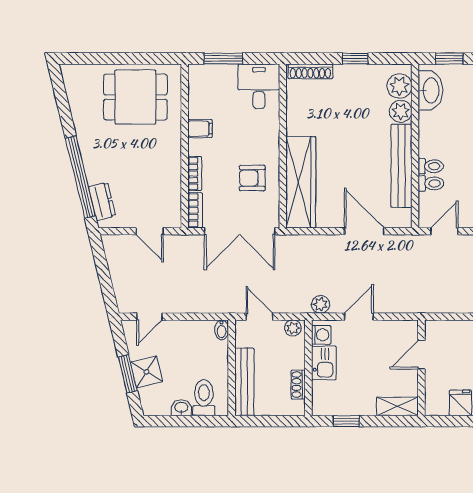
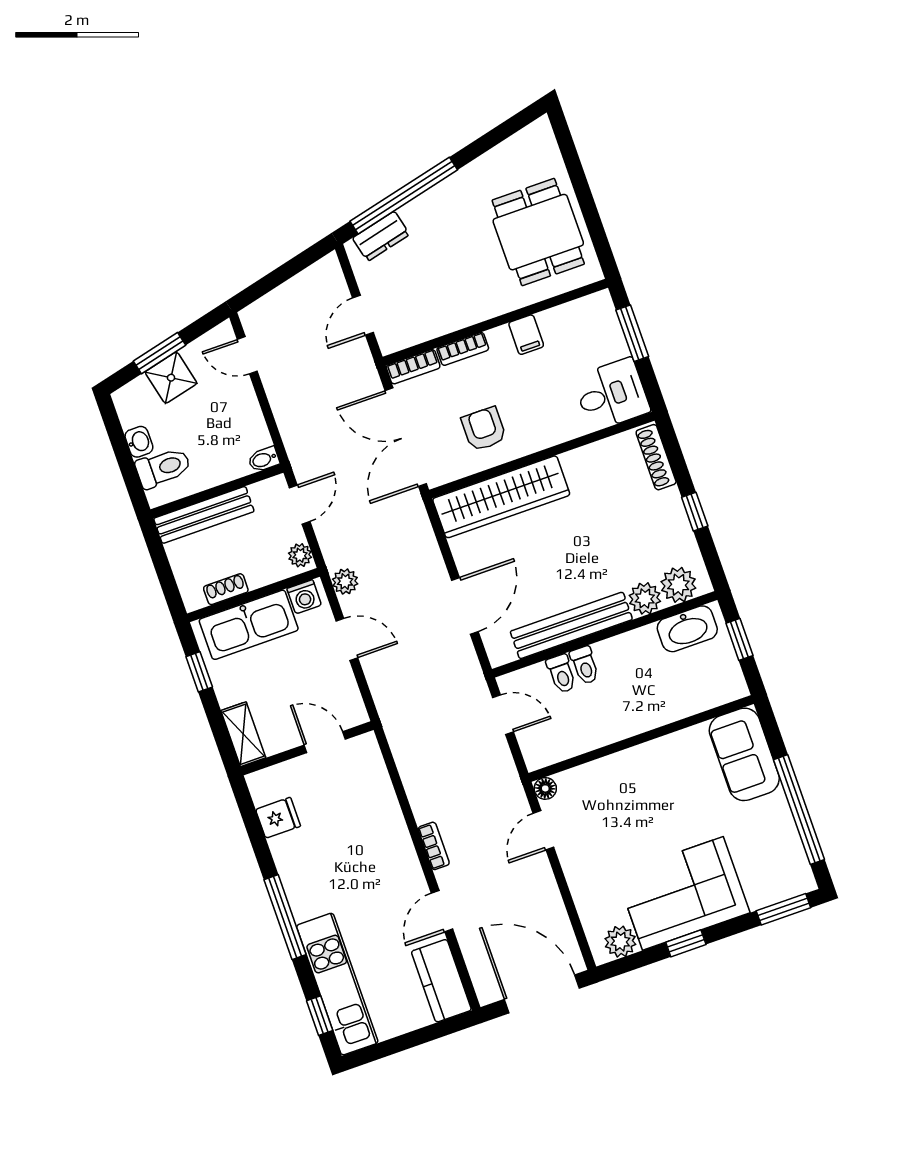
kitchen sink: (324, 363) -> (249, 625), width x1.88, depth x1.24

